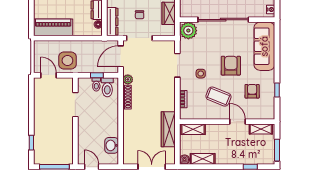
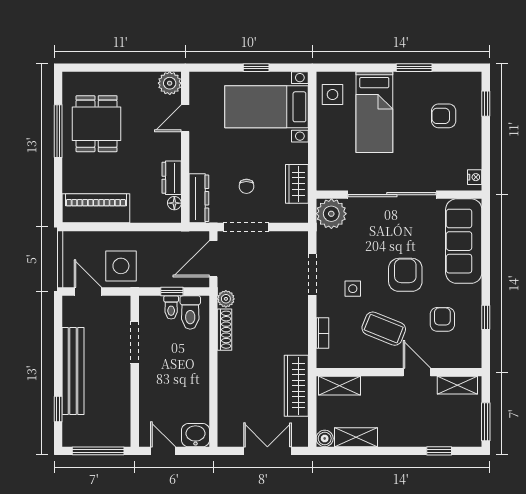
bench: (40, 121) -> (73, 371), added
washbasin: (112, 145) -> (196, 435), moved, turned 90

